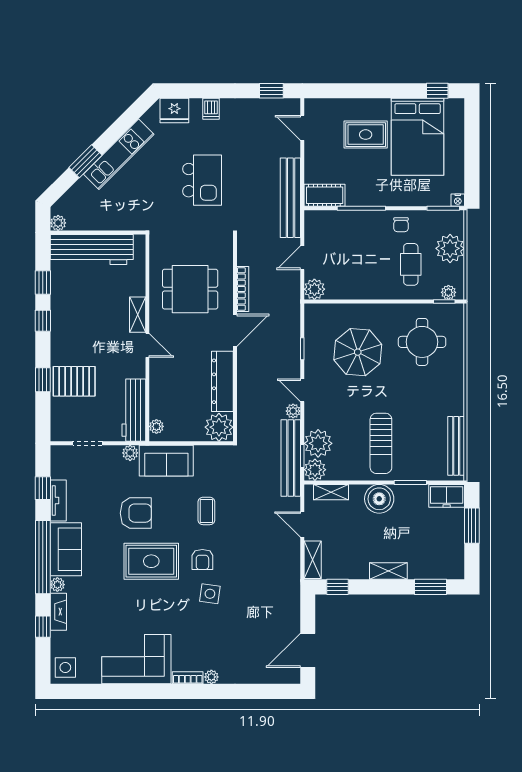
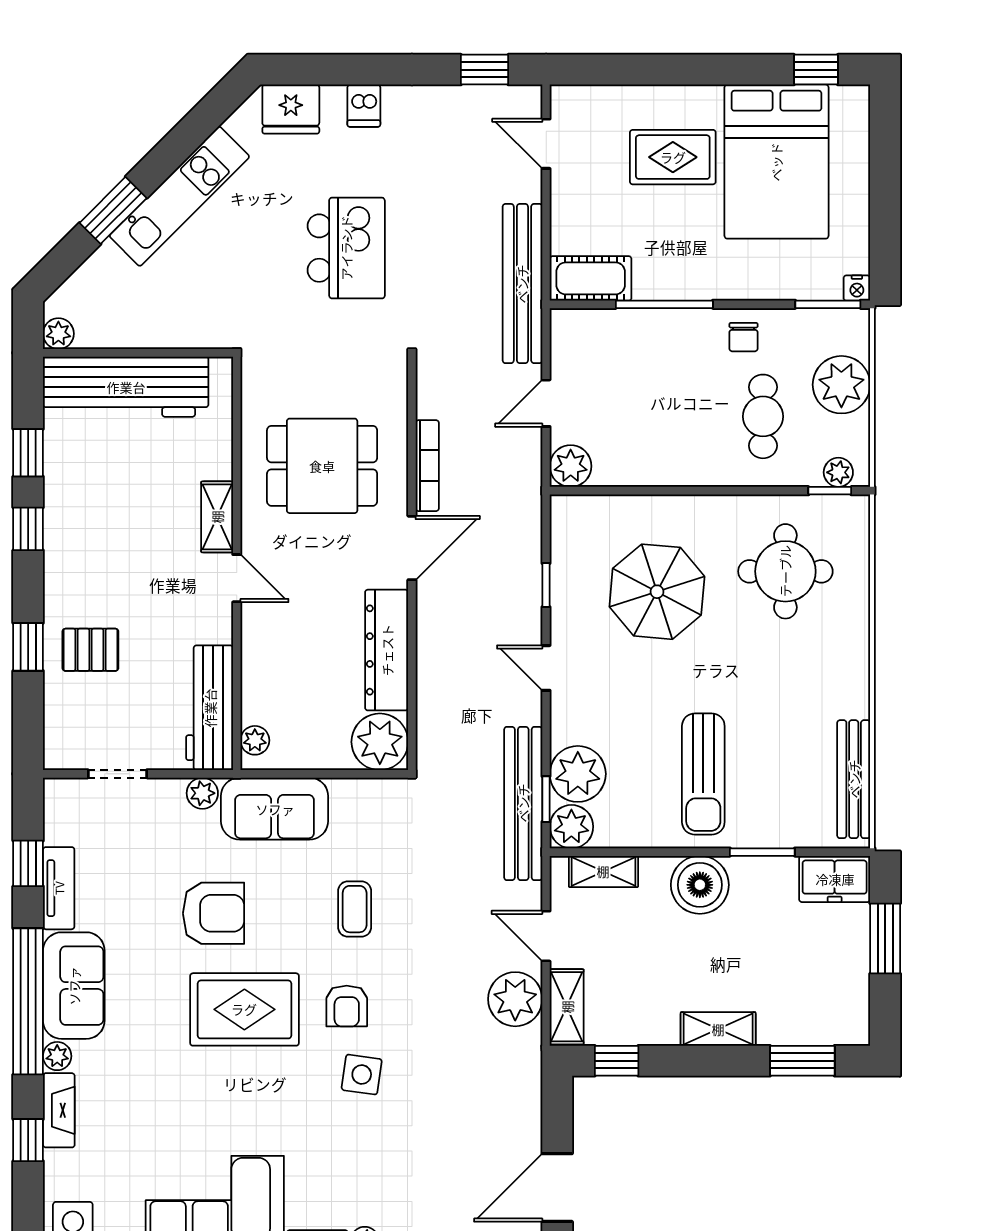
pallet: (74, 381) -> (90, 650), width x0.67, depth x0.71
plant: (293, 411) -> (515, 999), moved, width x1.88, depth x1.88

